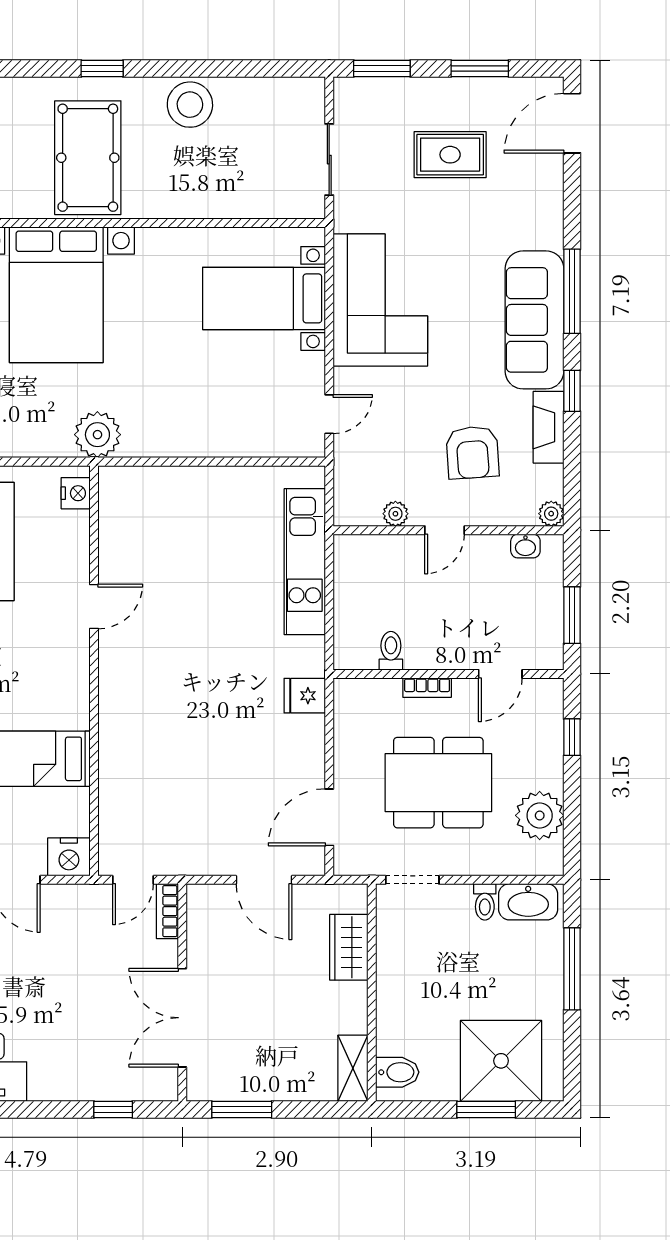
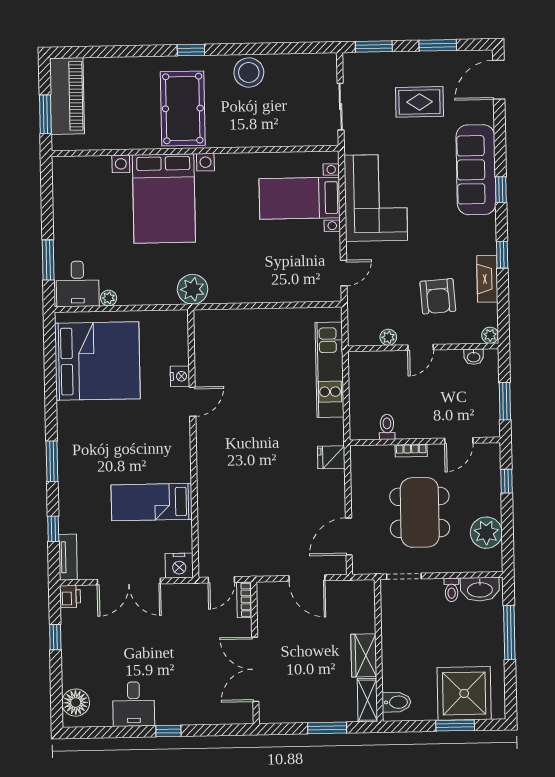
window: (572, 291) -> (501, 190), width x0.46
sofa: (535, 320) -> (476, 170), moved
nightstand: (76, 493) -> (180, 376), moved
dining table: (438, 783) -> (420, 512), turned 90
wardrobe: (349, 947) -> (364, 655), moved
window: (113, 1110) -> (168, 731), moved
window: (242, 1110) -> (327, 728), moved

